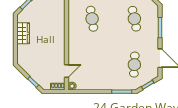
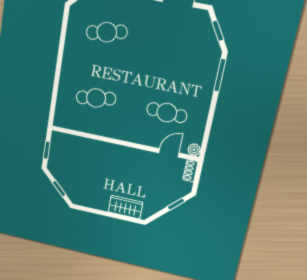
wardrobe: (23, 33) -> (126, 207), moved
cafe table: (134, 65) -> (167, 113), moved
door: (66, 71) -> (169, 153), hinge flipped

